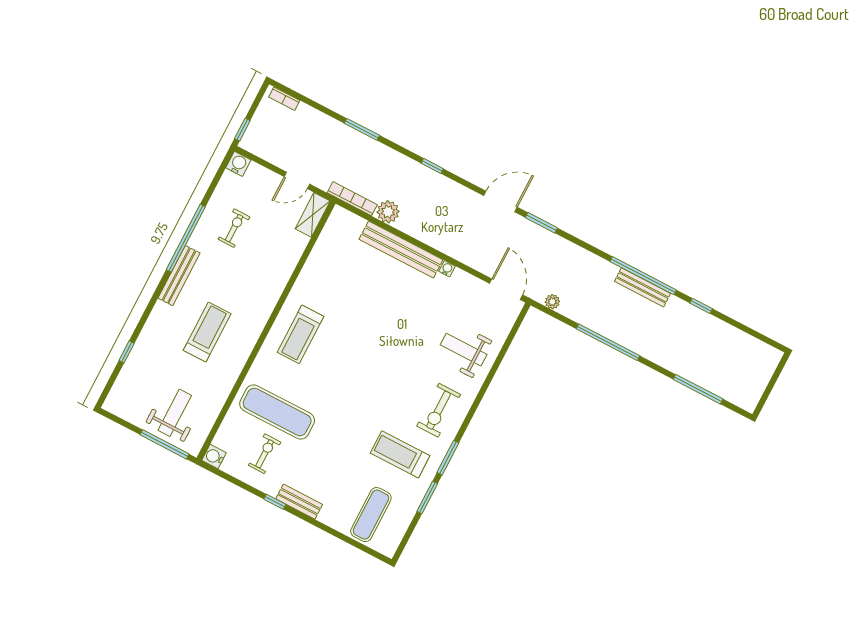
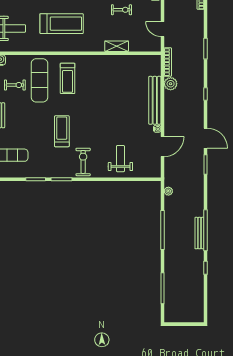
shelving: (313, 215) -> (117, 46), moved
door: (506, 289) -> (162, 147), moved
treadmill: (207, 332) -> (62, 24), width x1.37, depth x1.38
treadmill: (300, 334) -> (68, 78), moved, turned -90
exercise bike: (439, 410) -> (83, 162), turned 90
treadmill: (400, 454) -> (62, 131), moved

